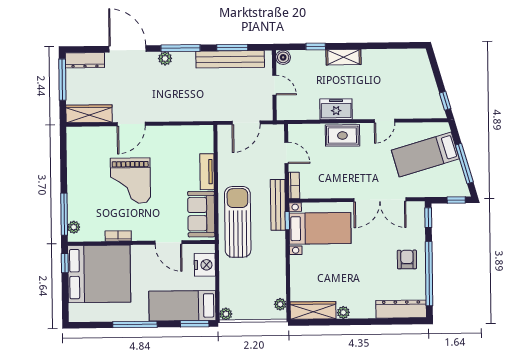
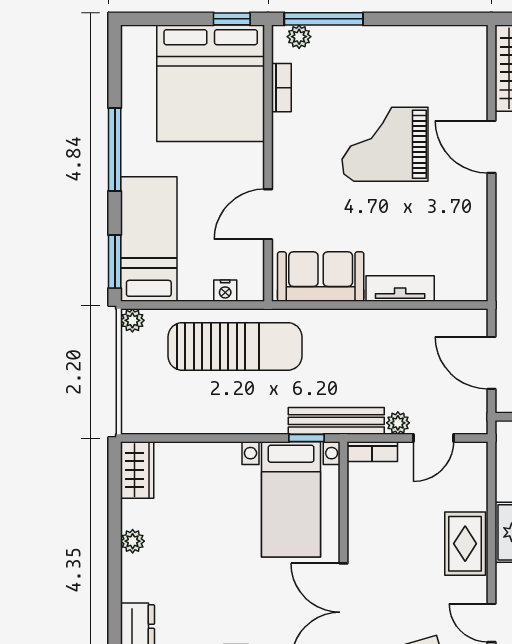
sun lounger: (238, 222) -> (235, 346), moved
bookcase: (118, 236) -> (281, 88), moved
nightstand: (205, 265) -> (225, 291), width x0.53, depth x0.56
plant: (280, 304) -> (398, 423), moved
wardrobe: (313, 310) -> (137, 470), width x0.67

